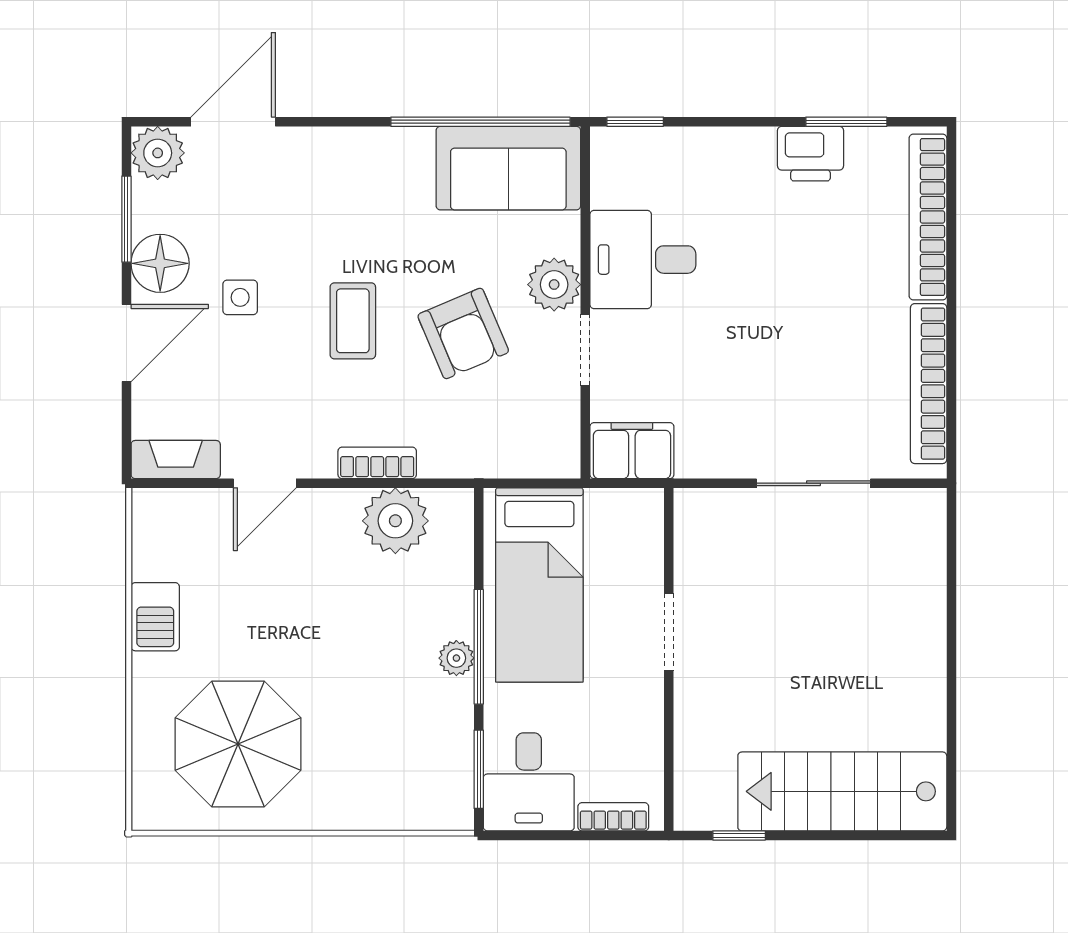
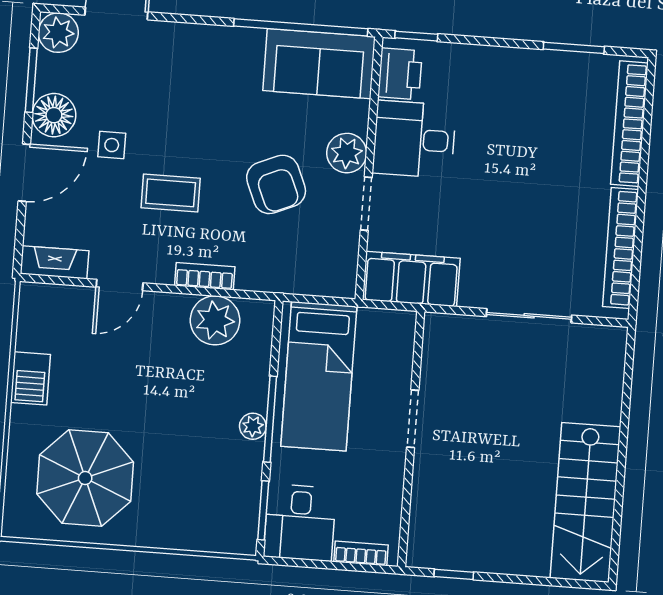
printer: (810, 154) -> (400, 74), moved, turned -90
coffee table: (353, 321) -> (171, 193), moved, turned 90
filing cabinet: (632, 451) -> (411, 279), width x1.50, depth x1.17
stairs: (842, 791) -> (585, 502), moved, turned -90

